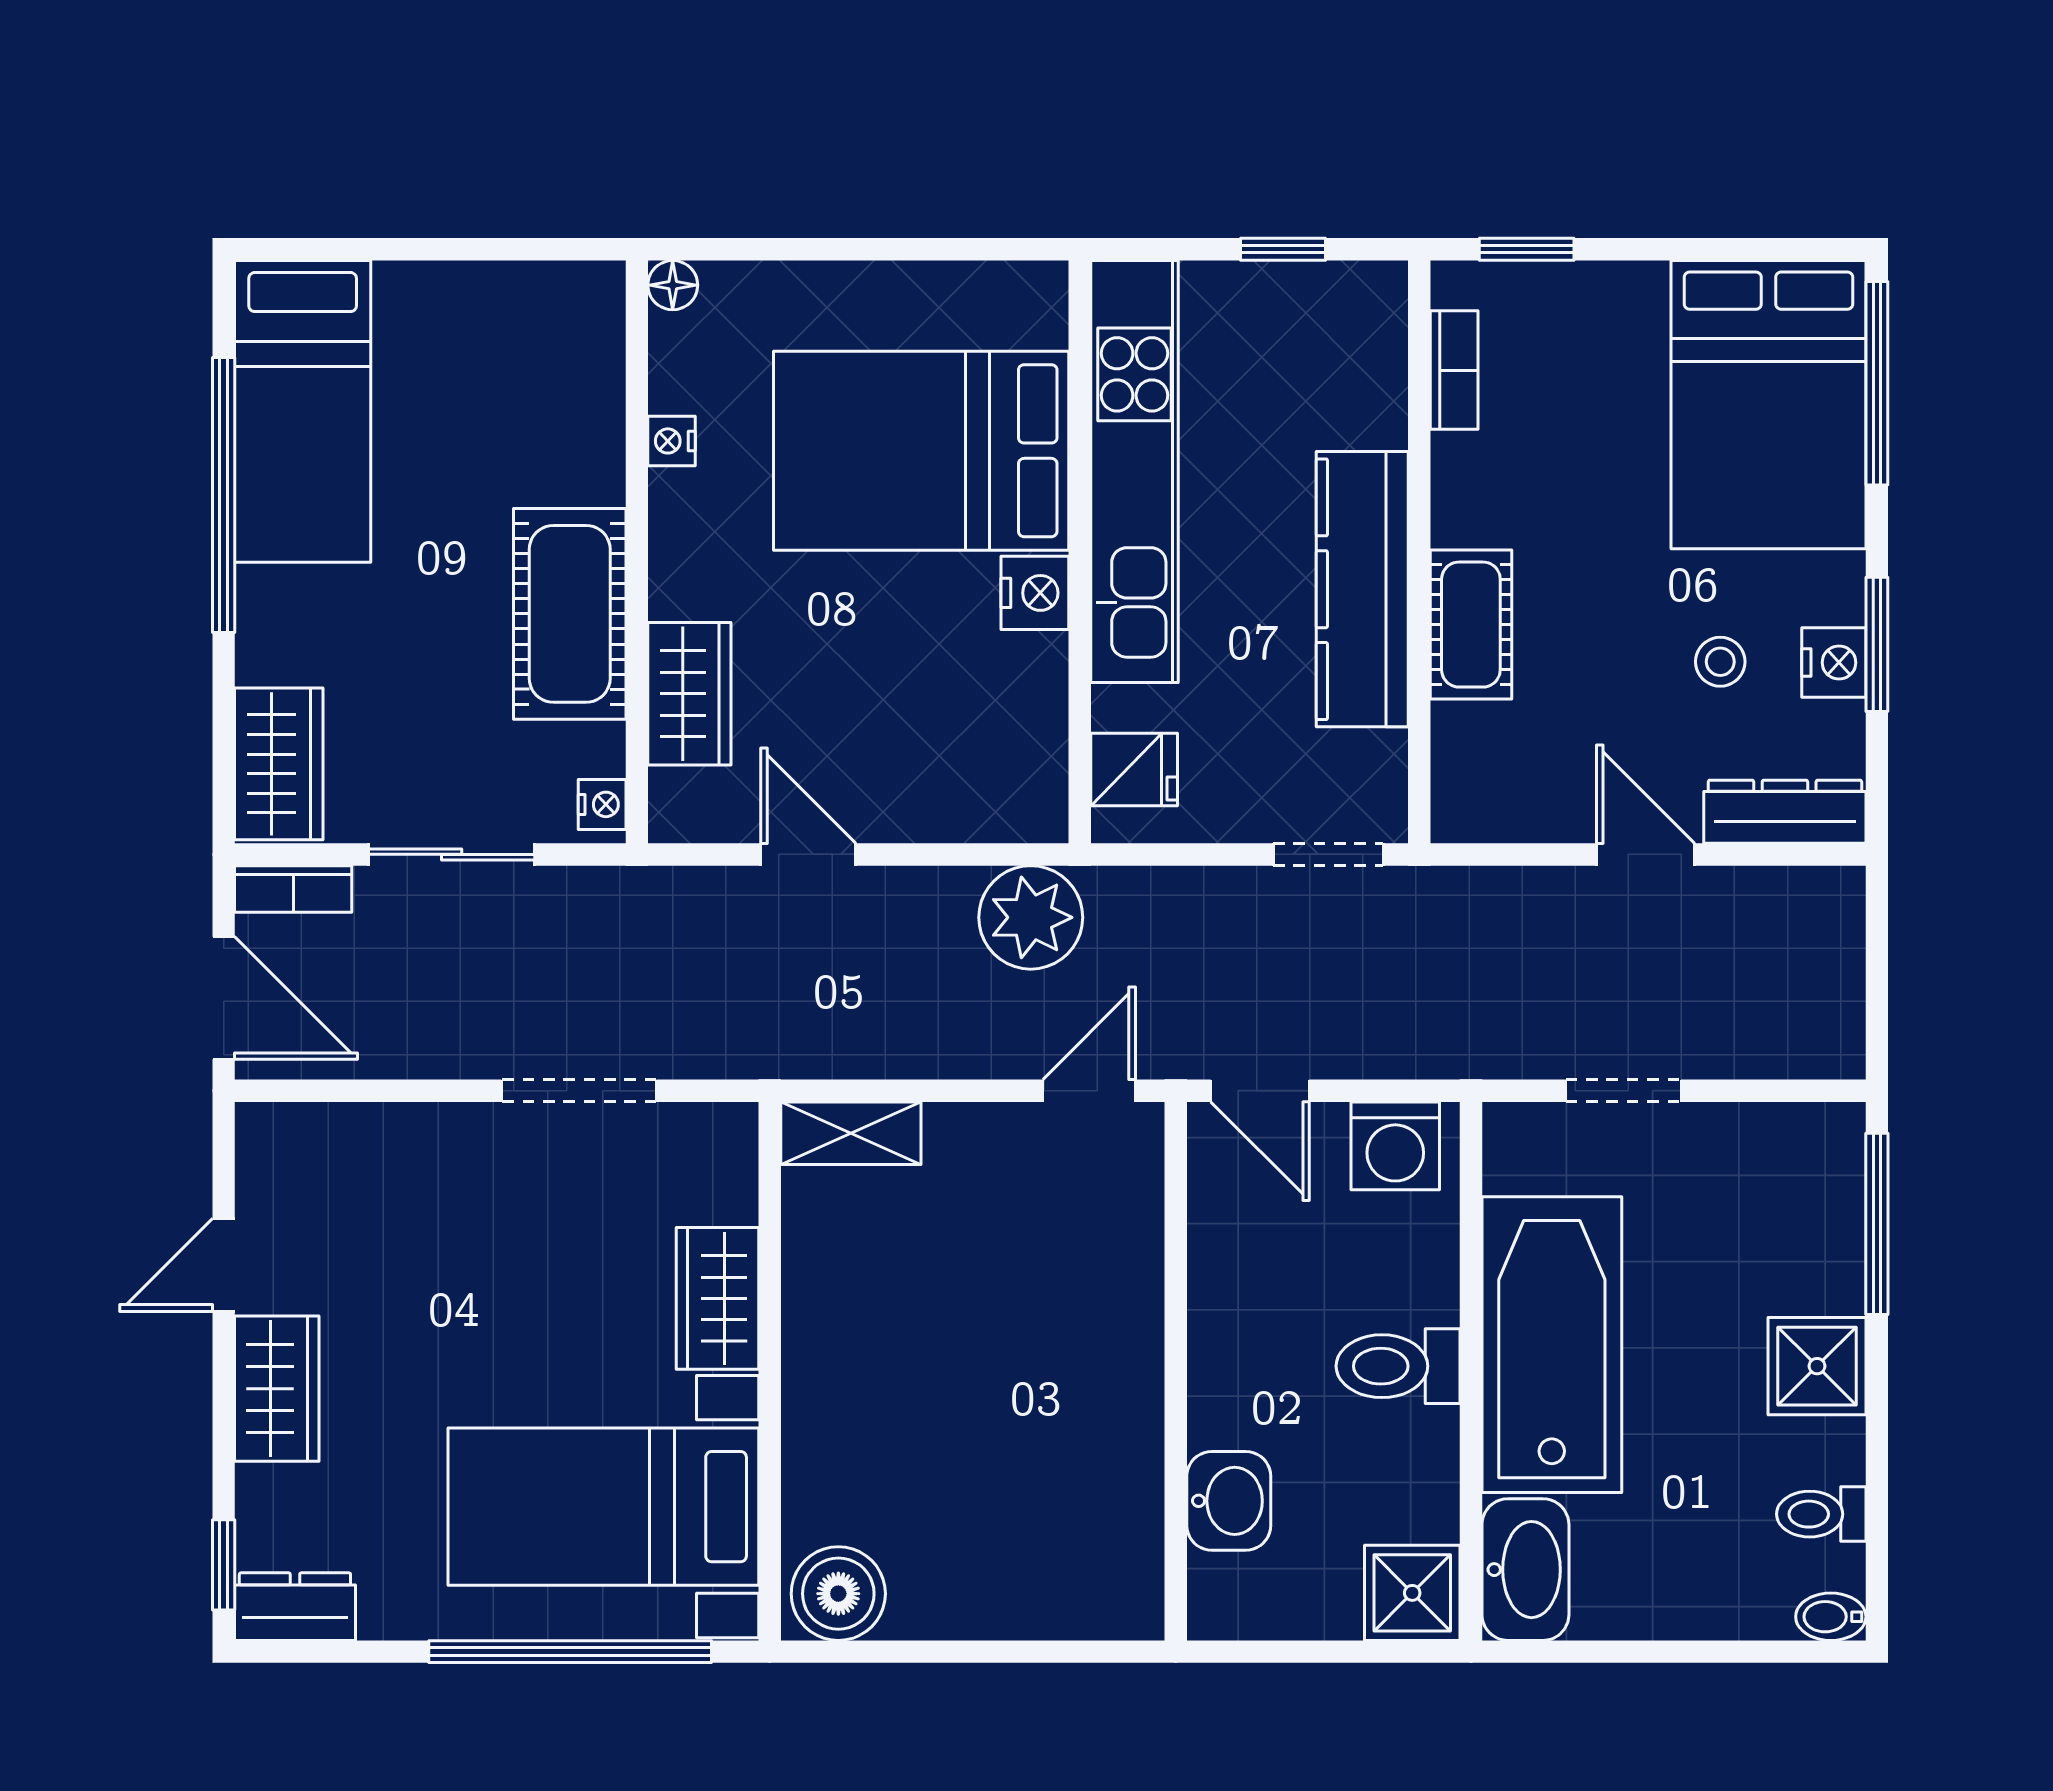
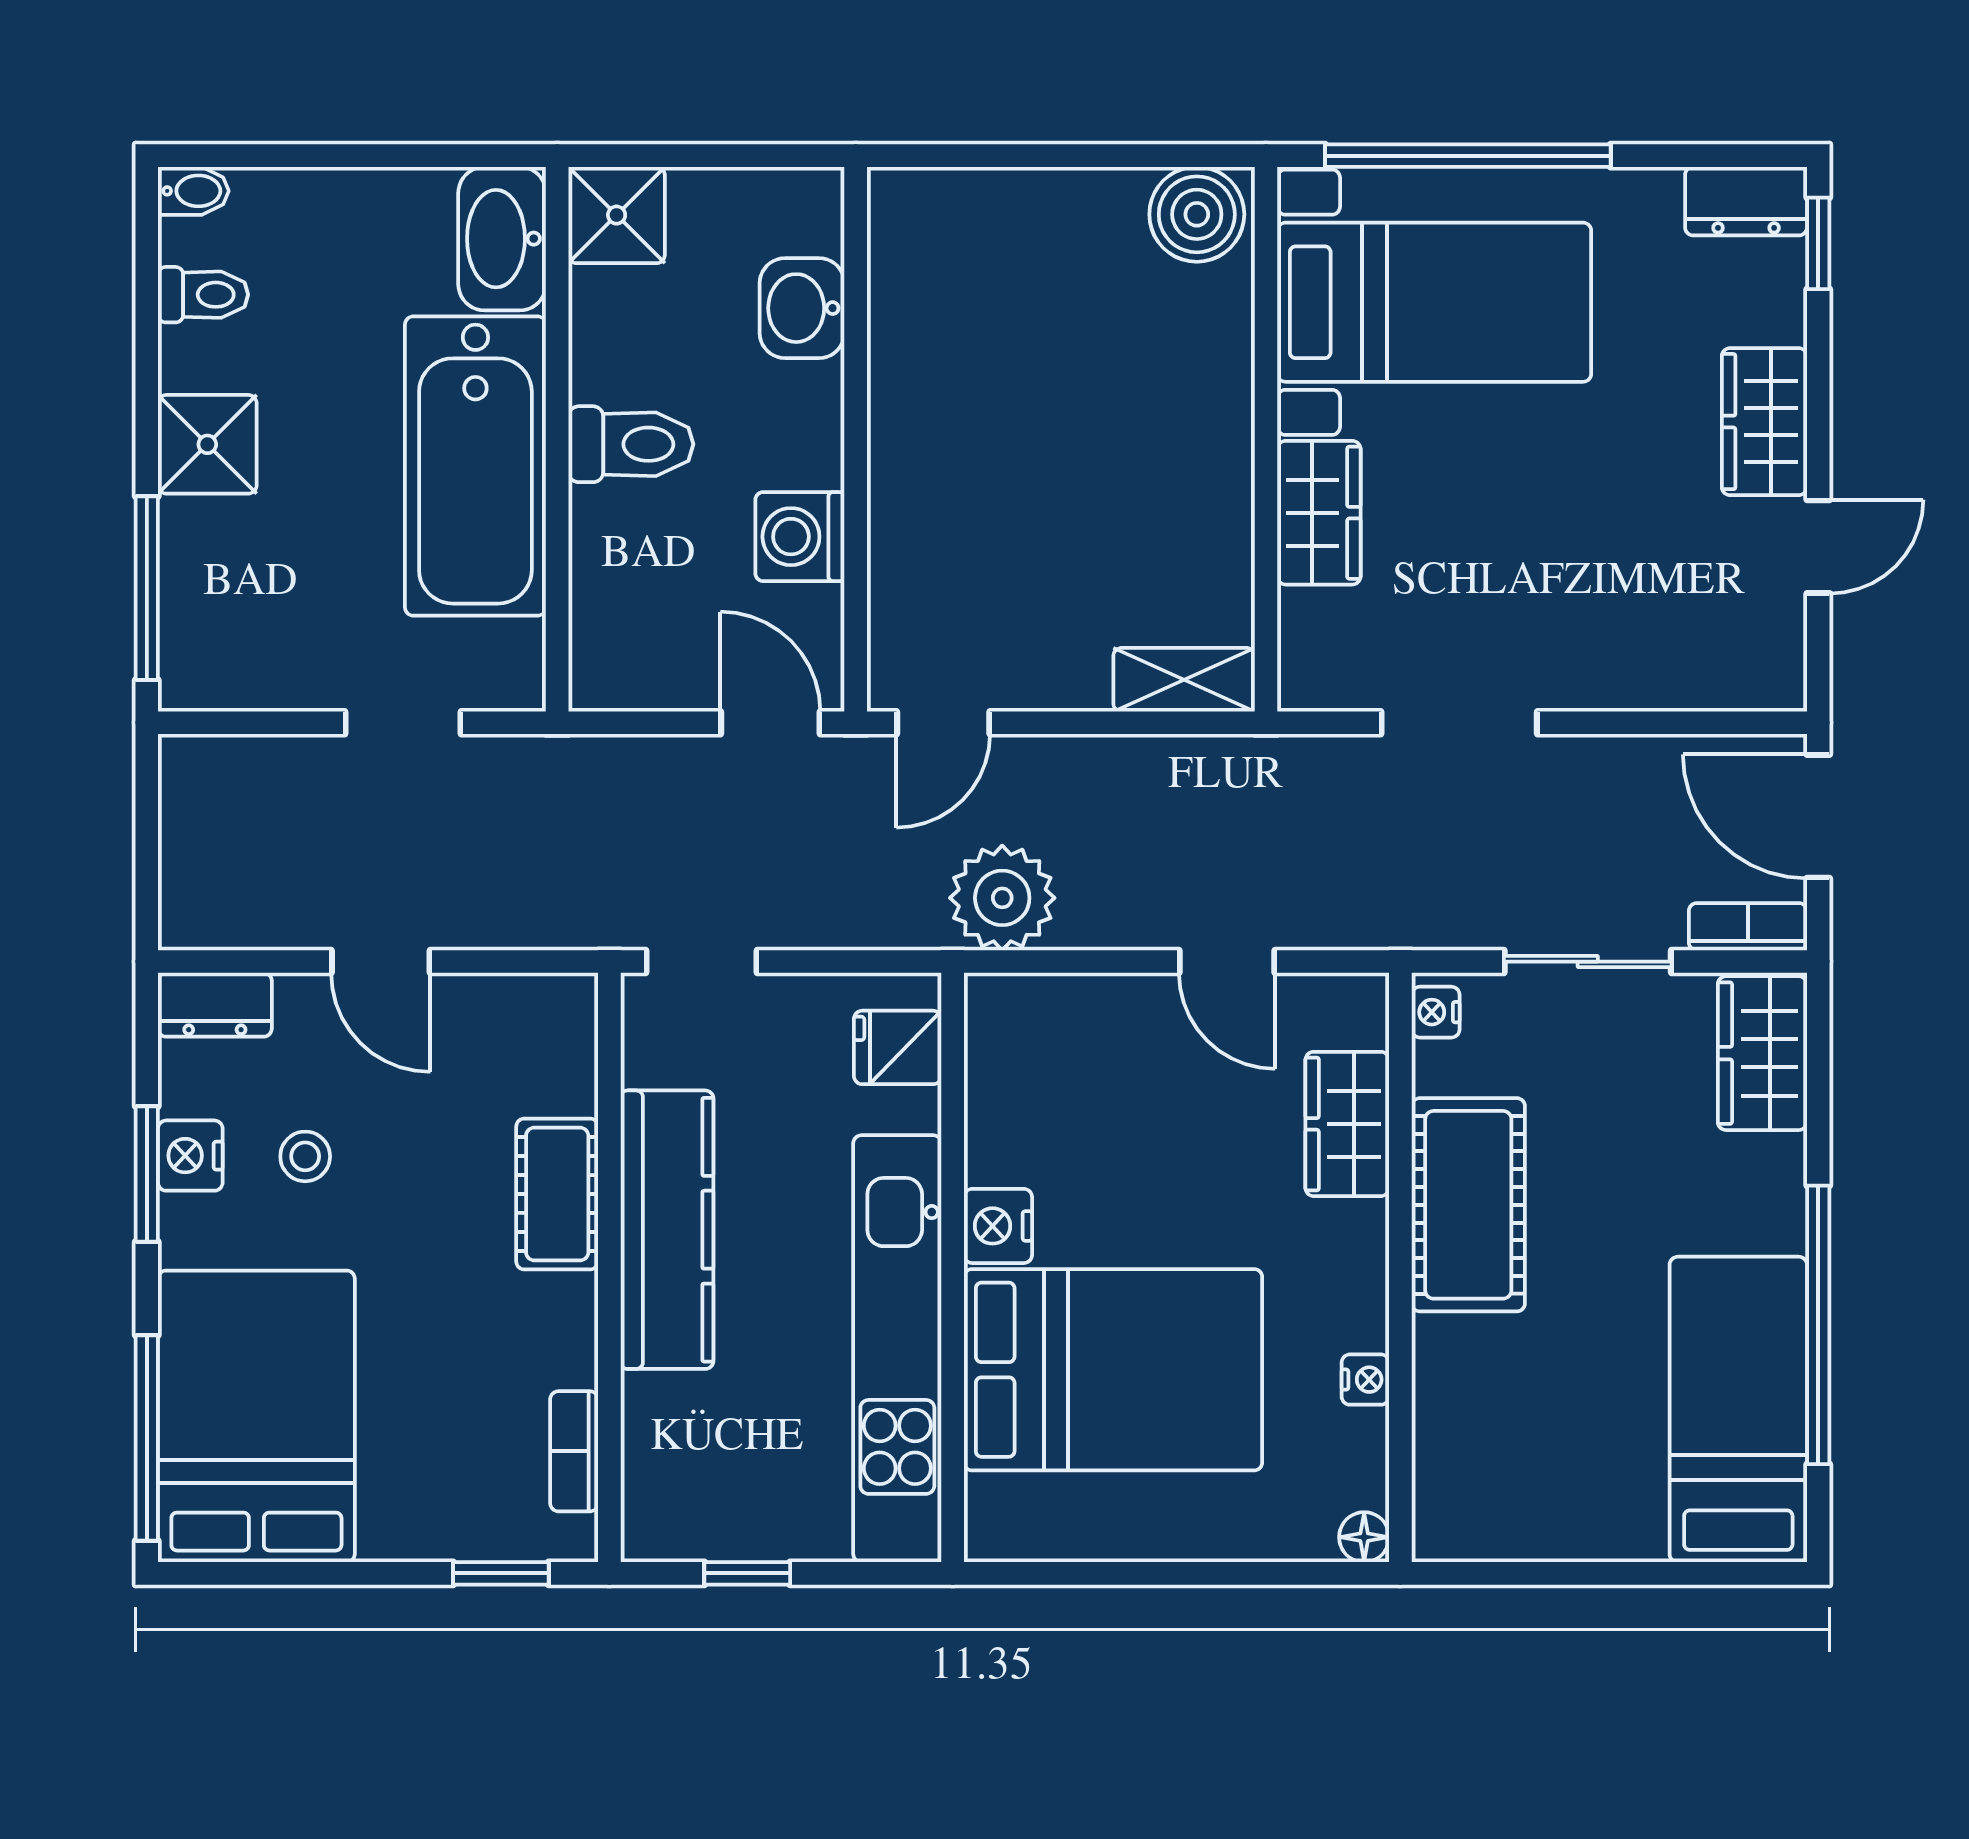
dresser: (1785, 812) -> (215, 1005), width x0.70
washing machine: (1395, 1146) -> (800, 537), moved, turned -90

